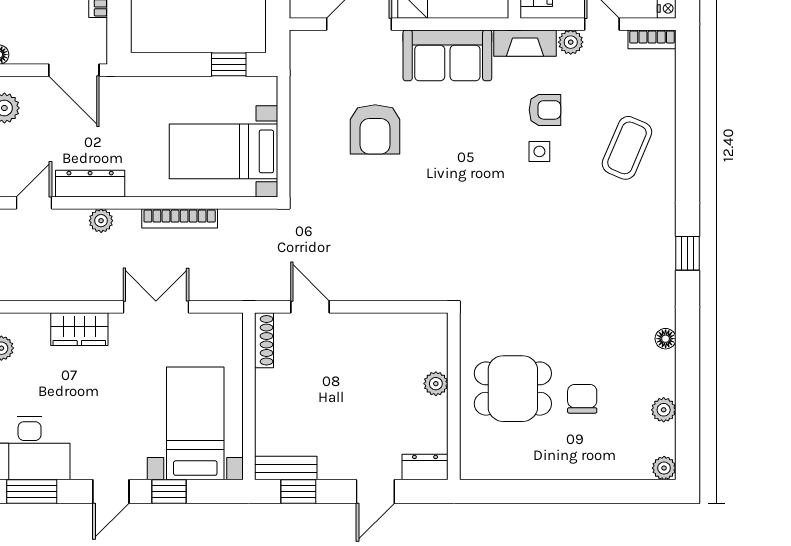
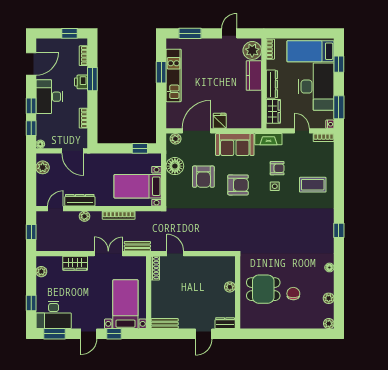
plant: (571, 42) -> (176, 139), moved
floor lamp: (309, 105) -> (175, 166), added
armchair: (455, 148) -> (238, 185), added
coffee table: (627, 148) -> (313, 185), turned 67
bench: (223, 290) -> (137, 246), added
window: (298, 491) -> (170, 334), removed

